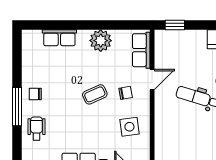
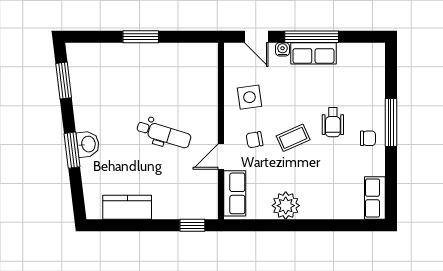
row of seats: (59, 38) -> (375, 198), moved, turned -90
wheelchair: (36, 128) -> (333, 122), moved

